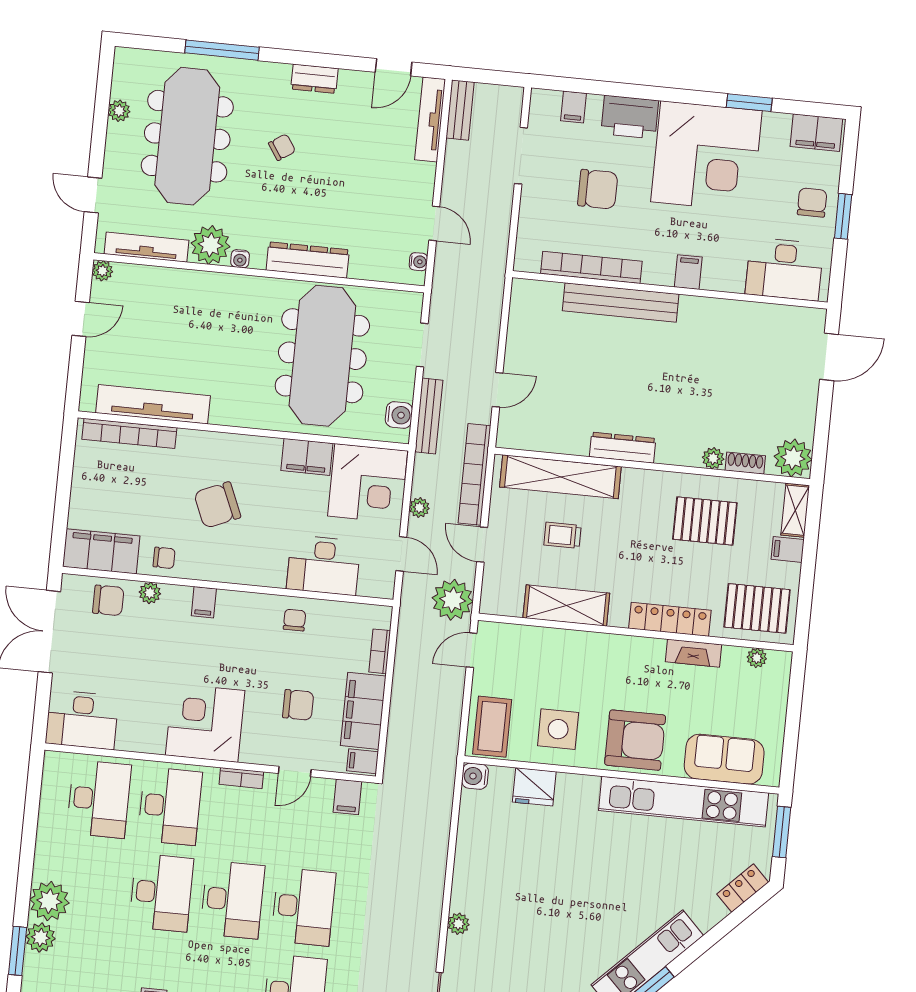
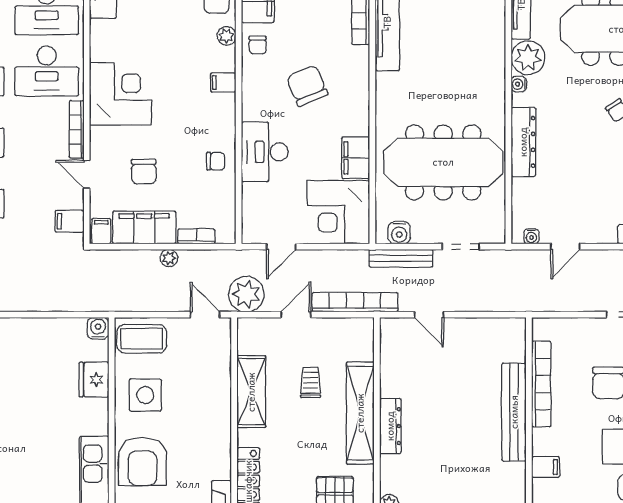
shelving: (560, 477) -> (360, 413), moved
plant: (419, 508) -> (169, 258), moved
desk: (324, 565) -> (265, 152), moved
bookcase: (241, 778) -> (77, 129), width x1.56

